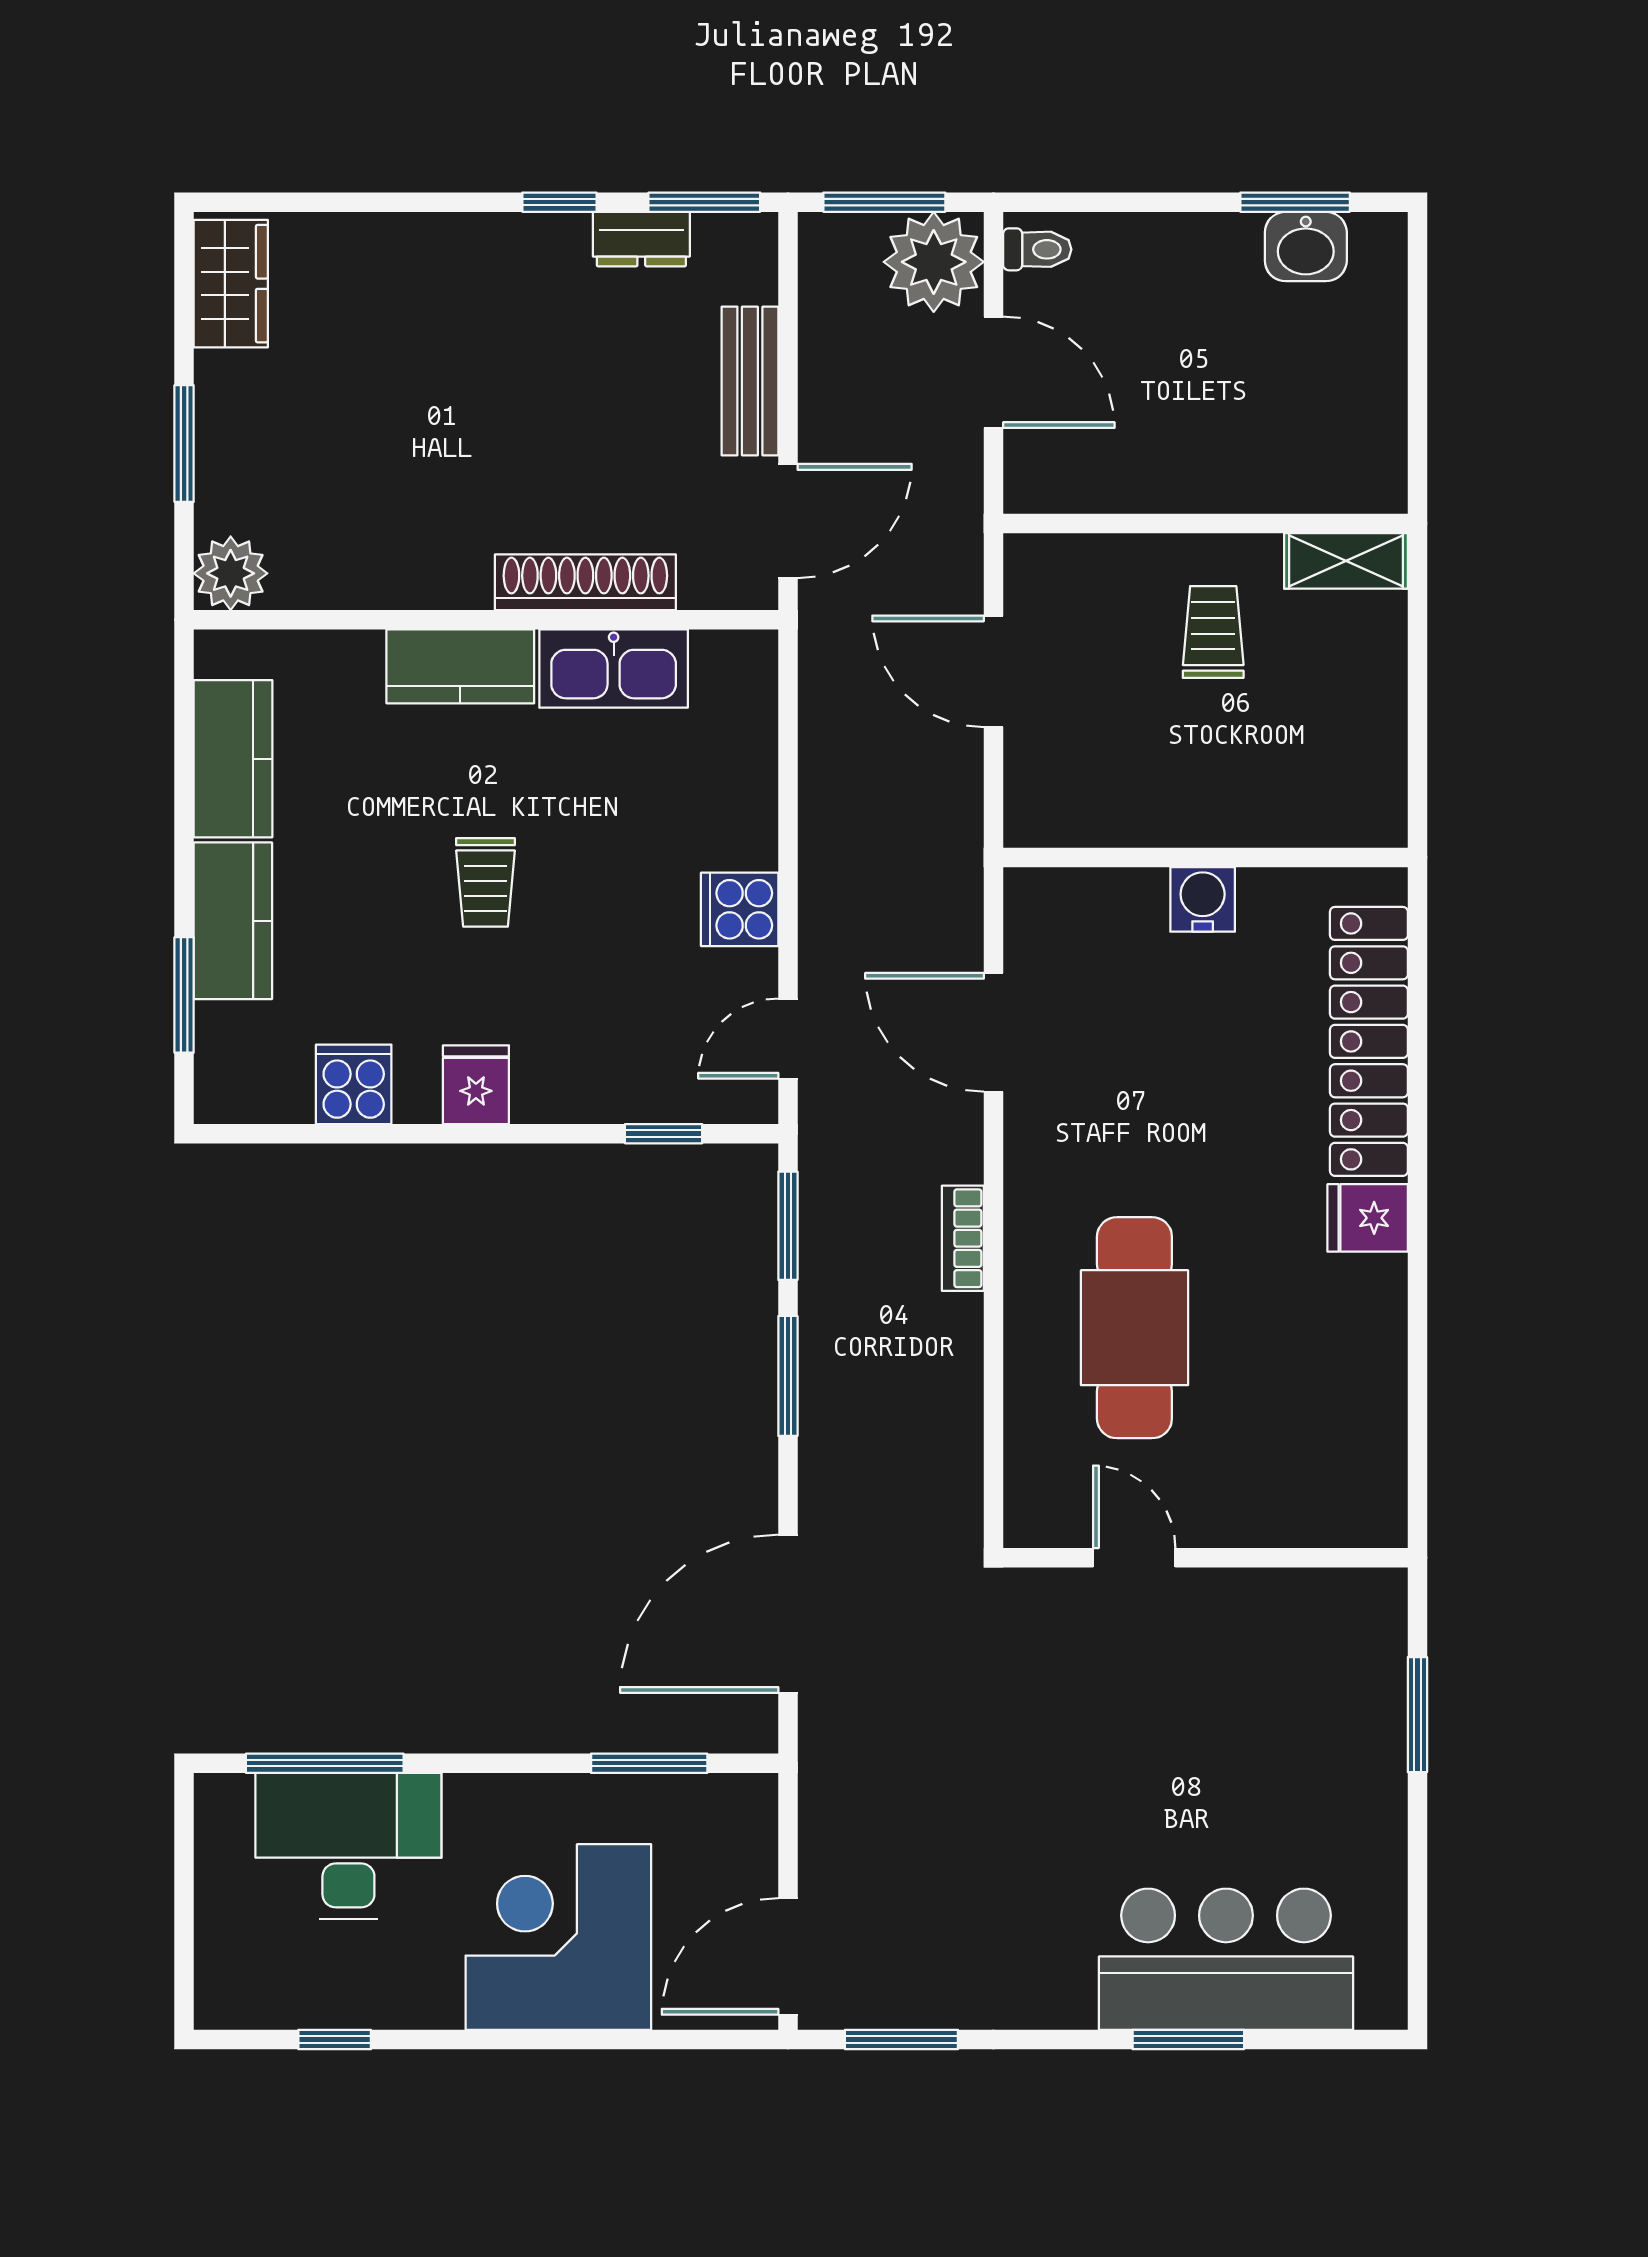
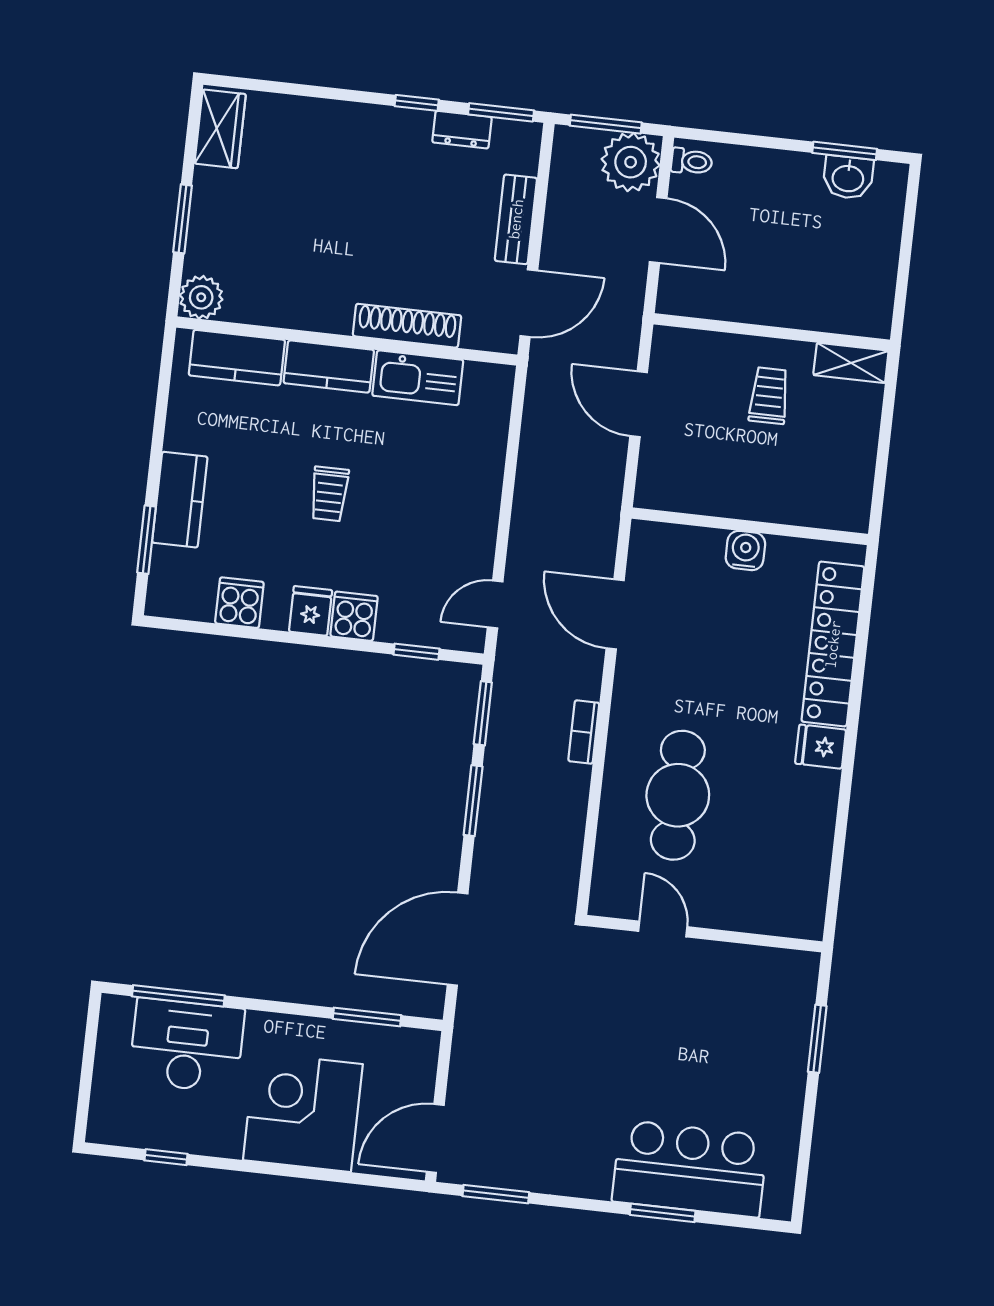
kitchen counter: (233, 759) -> (237, 358), moved, turned 90
cooker: (740, 909) -> (354, 616), moved, turned 90

